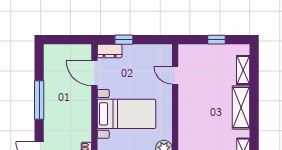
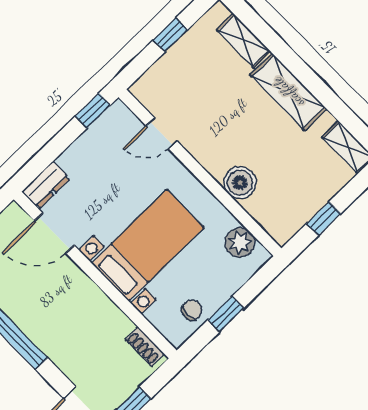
window: (124, 40) -> (93, 111), moved
boiler: (187, 125) -> (240, 183), added

